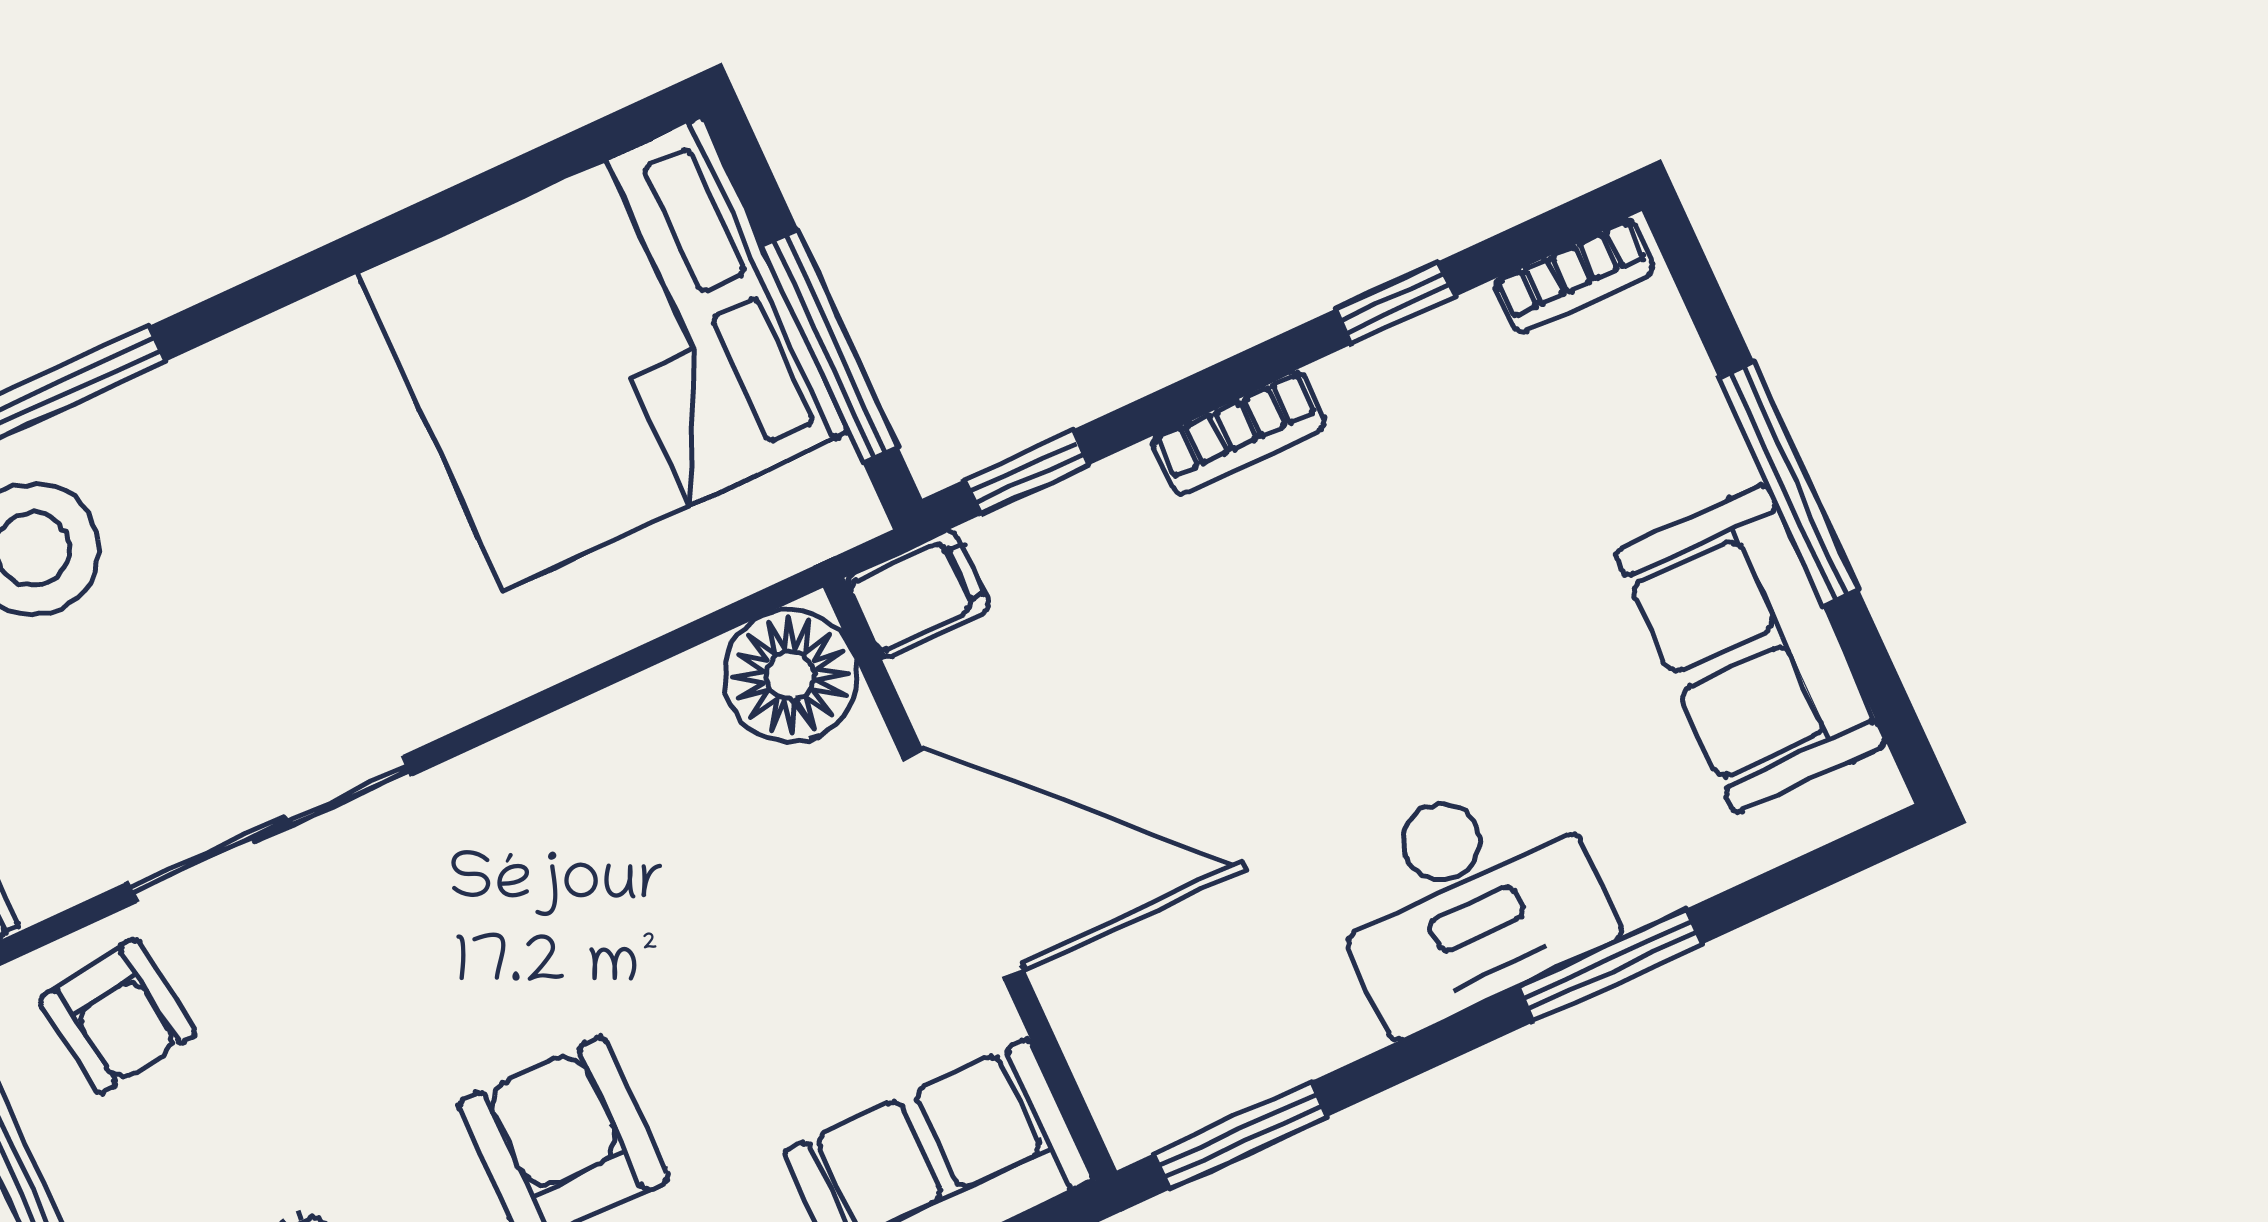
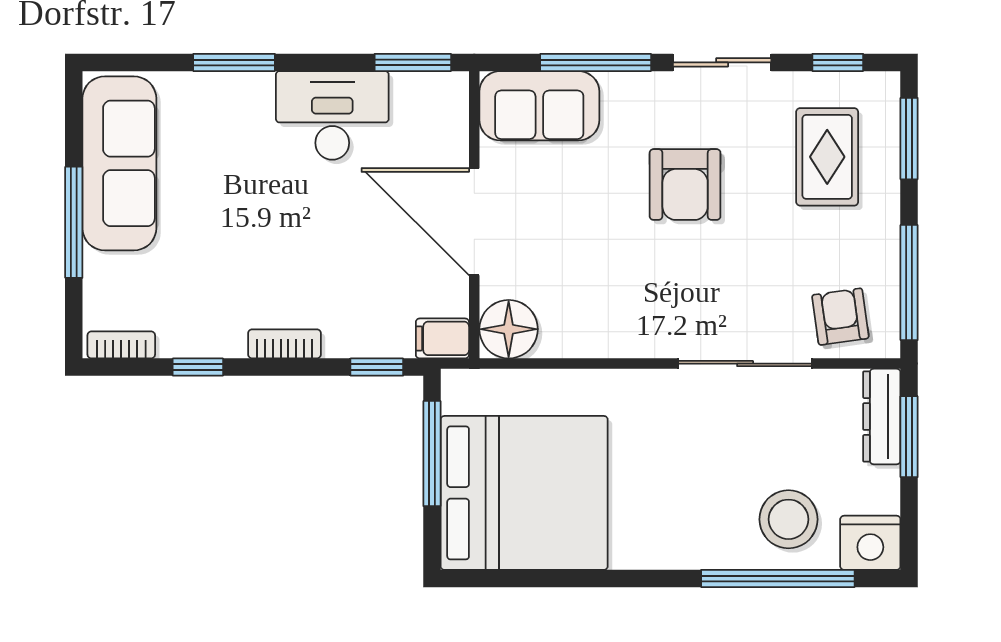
sofa: (1751, 648) -> (119, 163), width x1.36
desk: (1467, 899) -> (332, 115), moved

